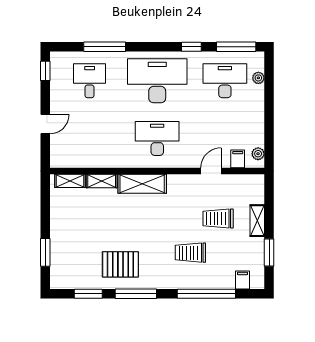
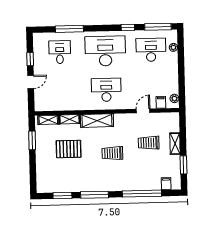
window: (45, 71) -> (30, 59), moved
window: (45, 252) -> (32, 140), moved
trolley: (190, 253) -> (112, 153), moved
pallet: (120, 264) -> (69, 149), moved

